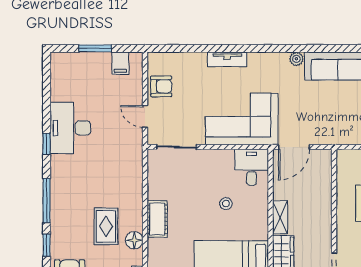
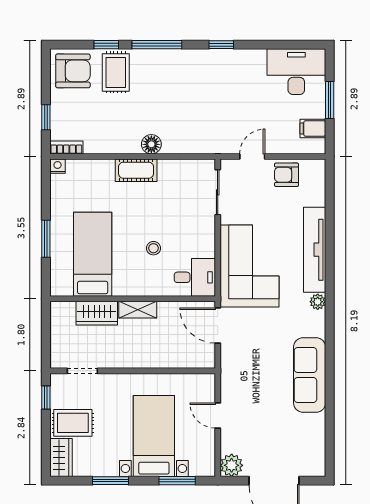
tv unit: (227, 59) -> (315, 250), width x1.92, depth x1.29
plant: (296, 59) -> (318, 302), moved
armchair: (161, 86) -> (286, 175), turned 91
desk: (70, 128) -> (296, 72), moved
rug: (106, 226) -> (116, 72), moved, turned 90
floor lamp: (134, 240) -> (151, 144), moved

